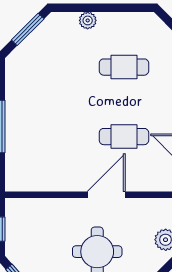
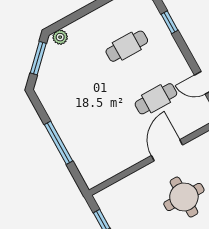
plant: (88, 20) -> (60, 37), moved

